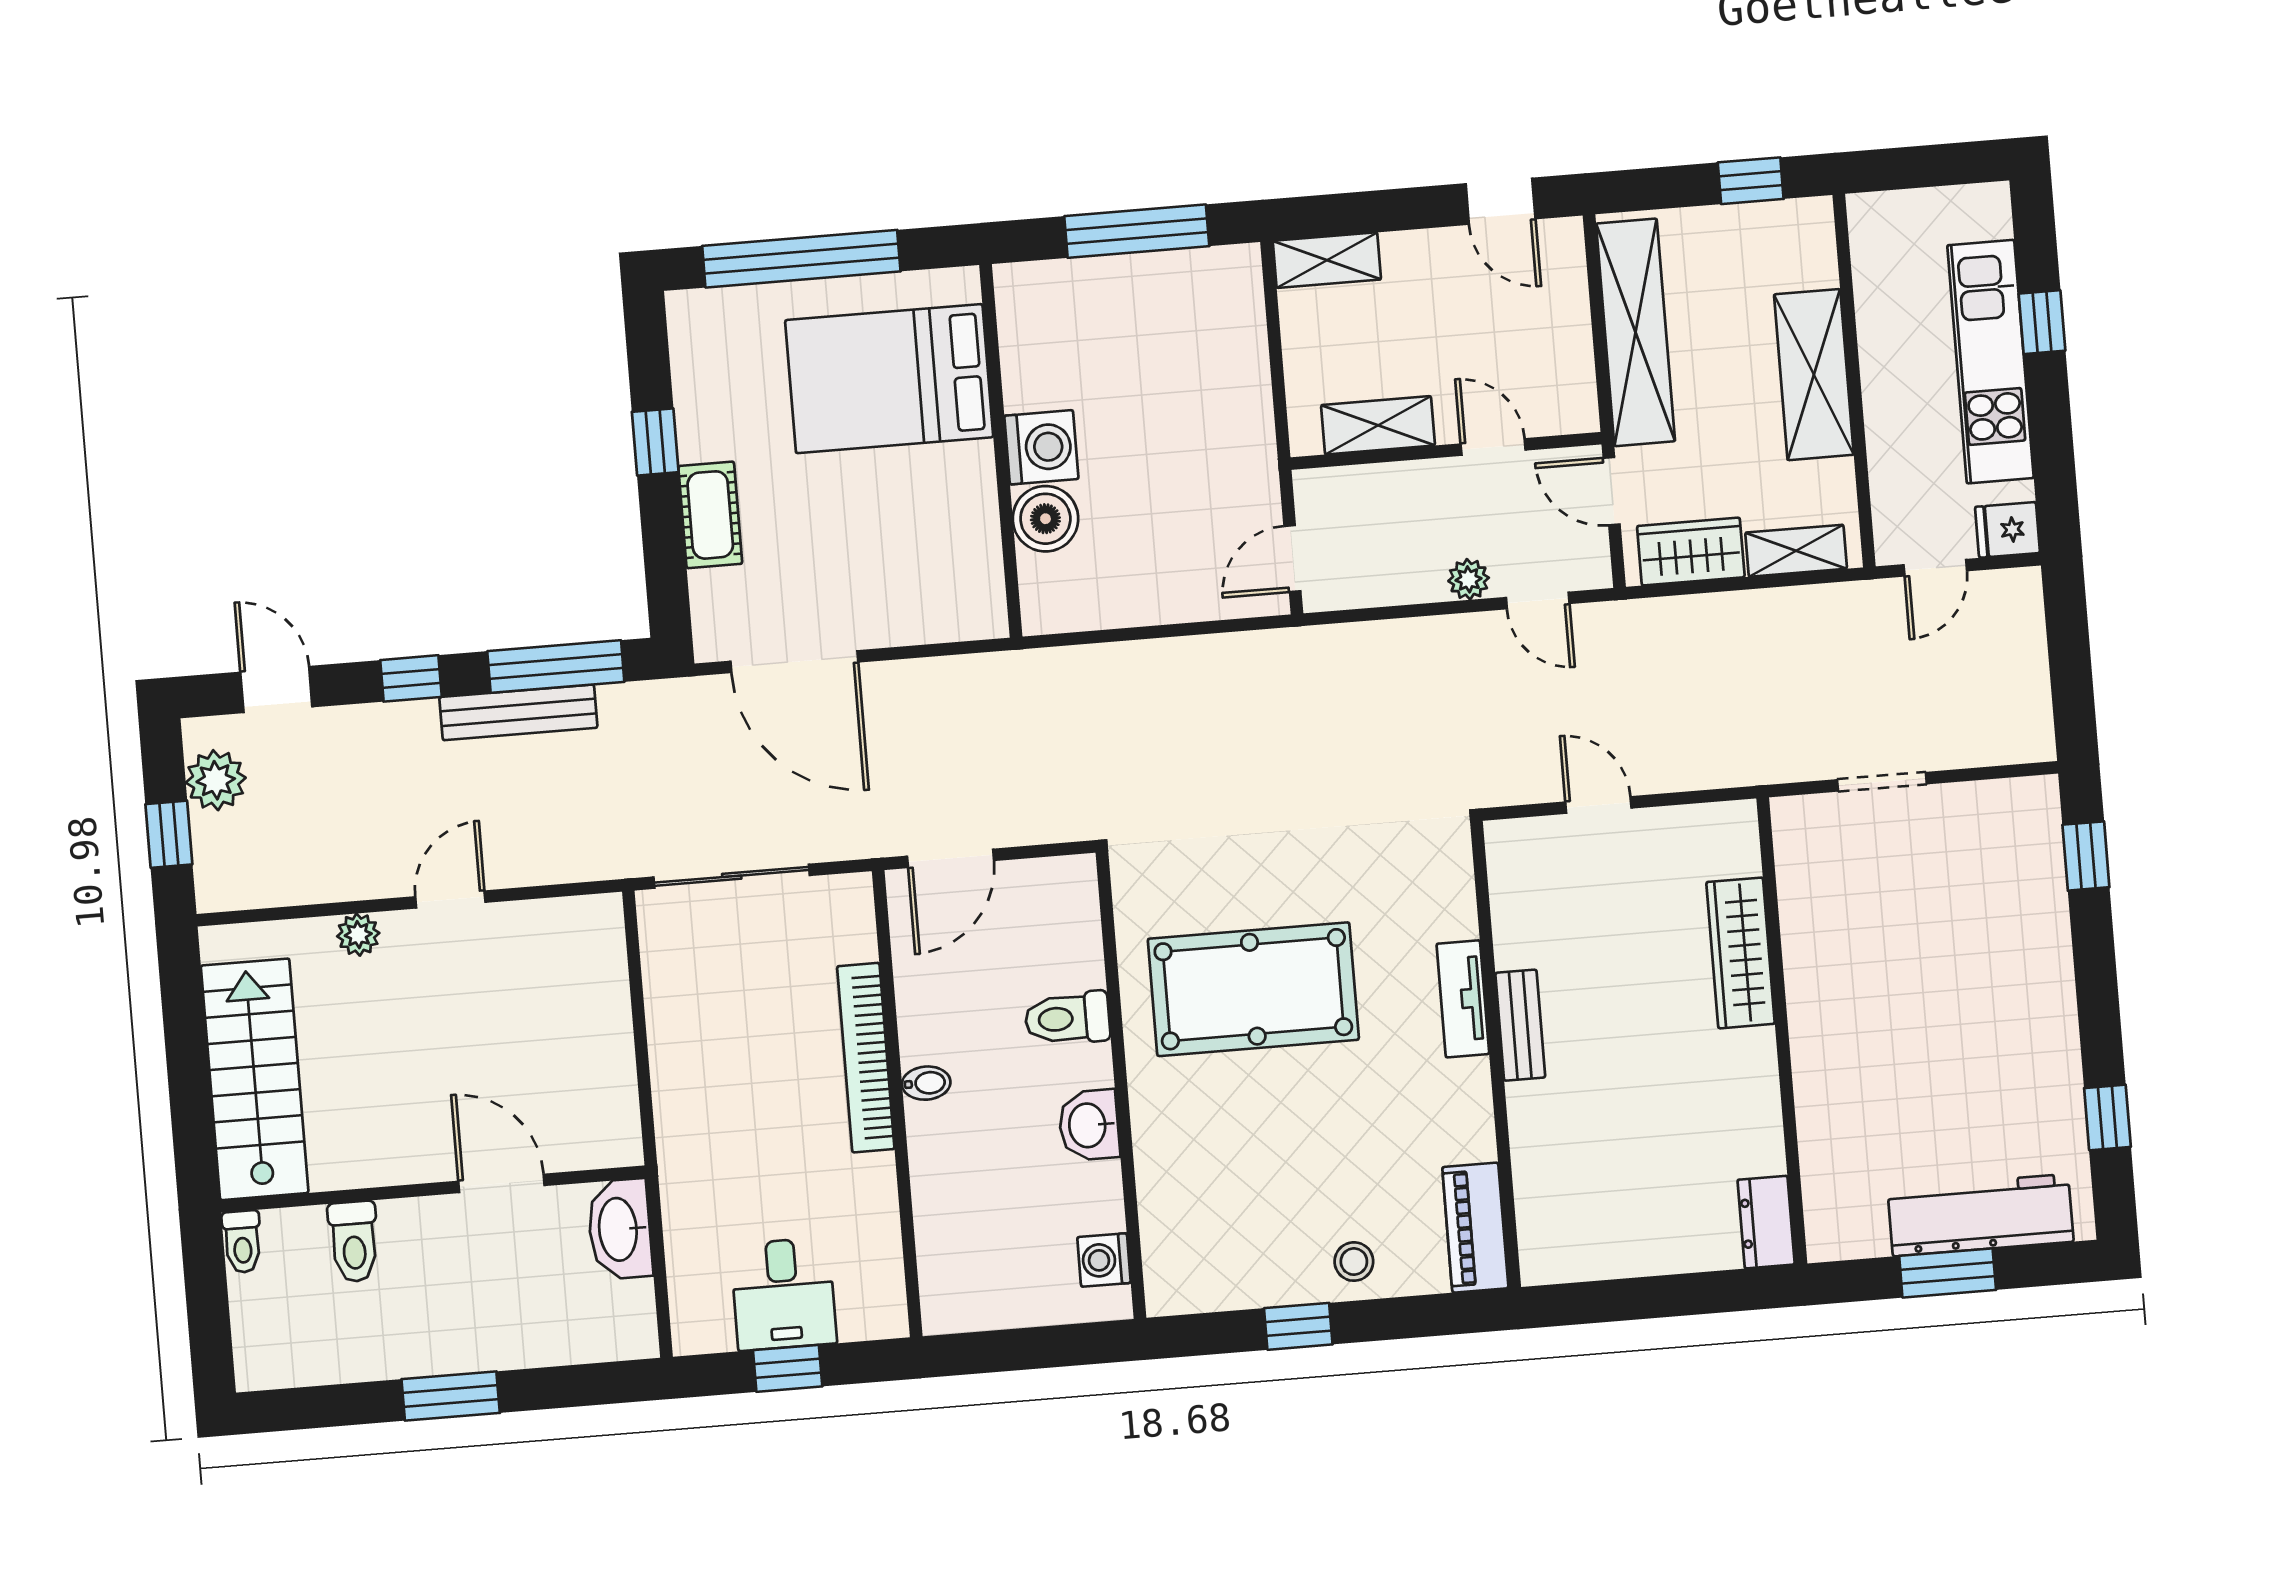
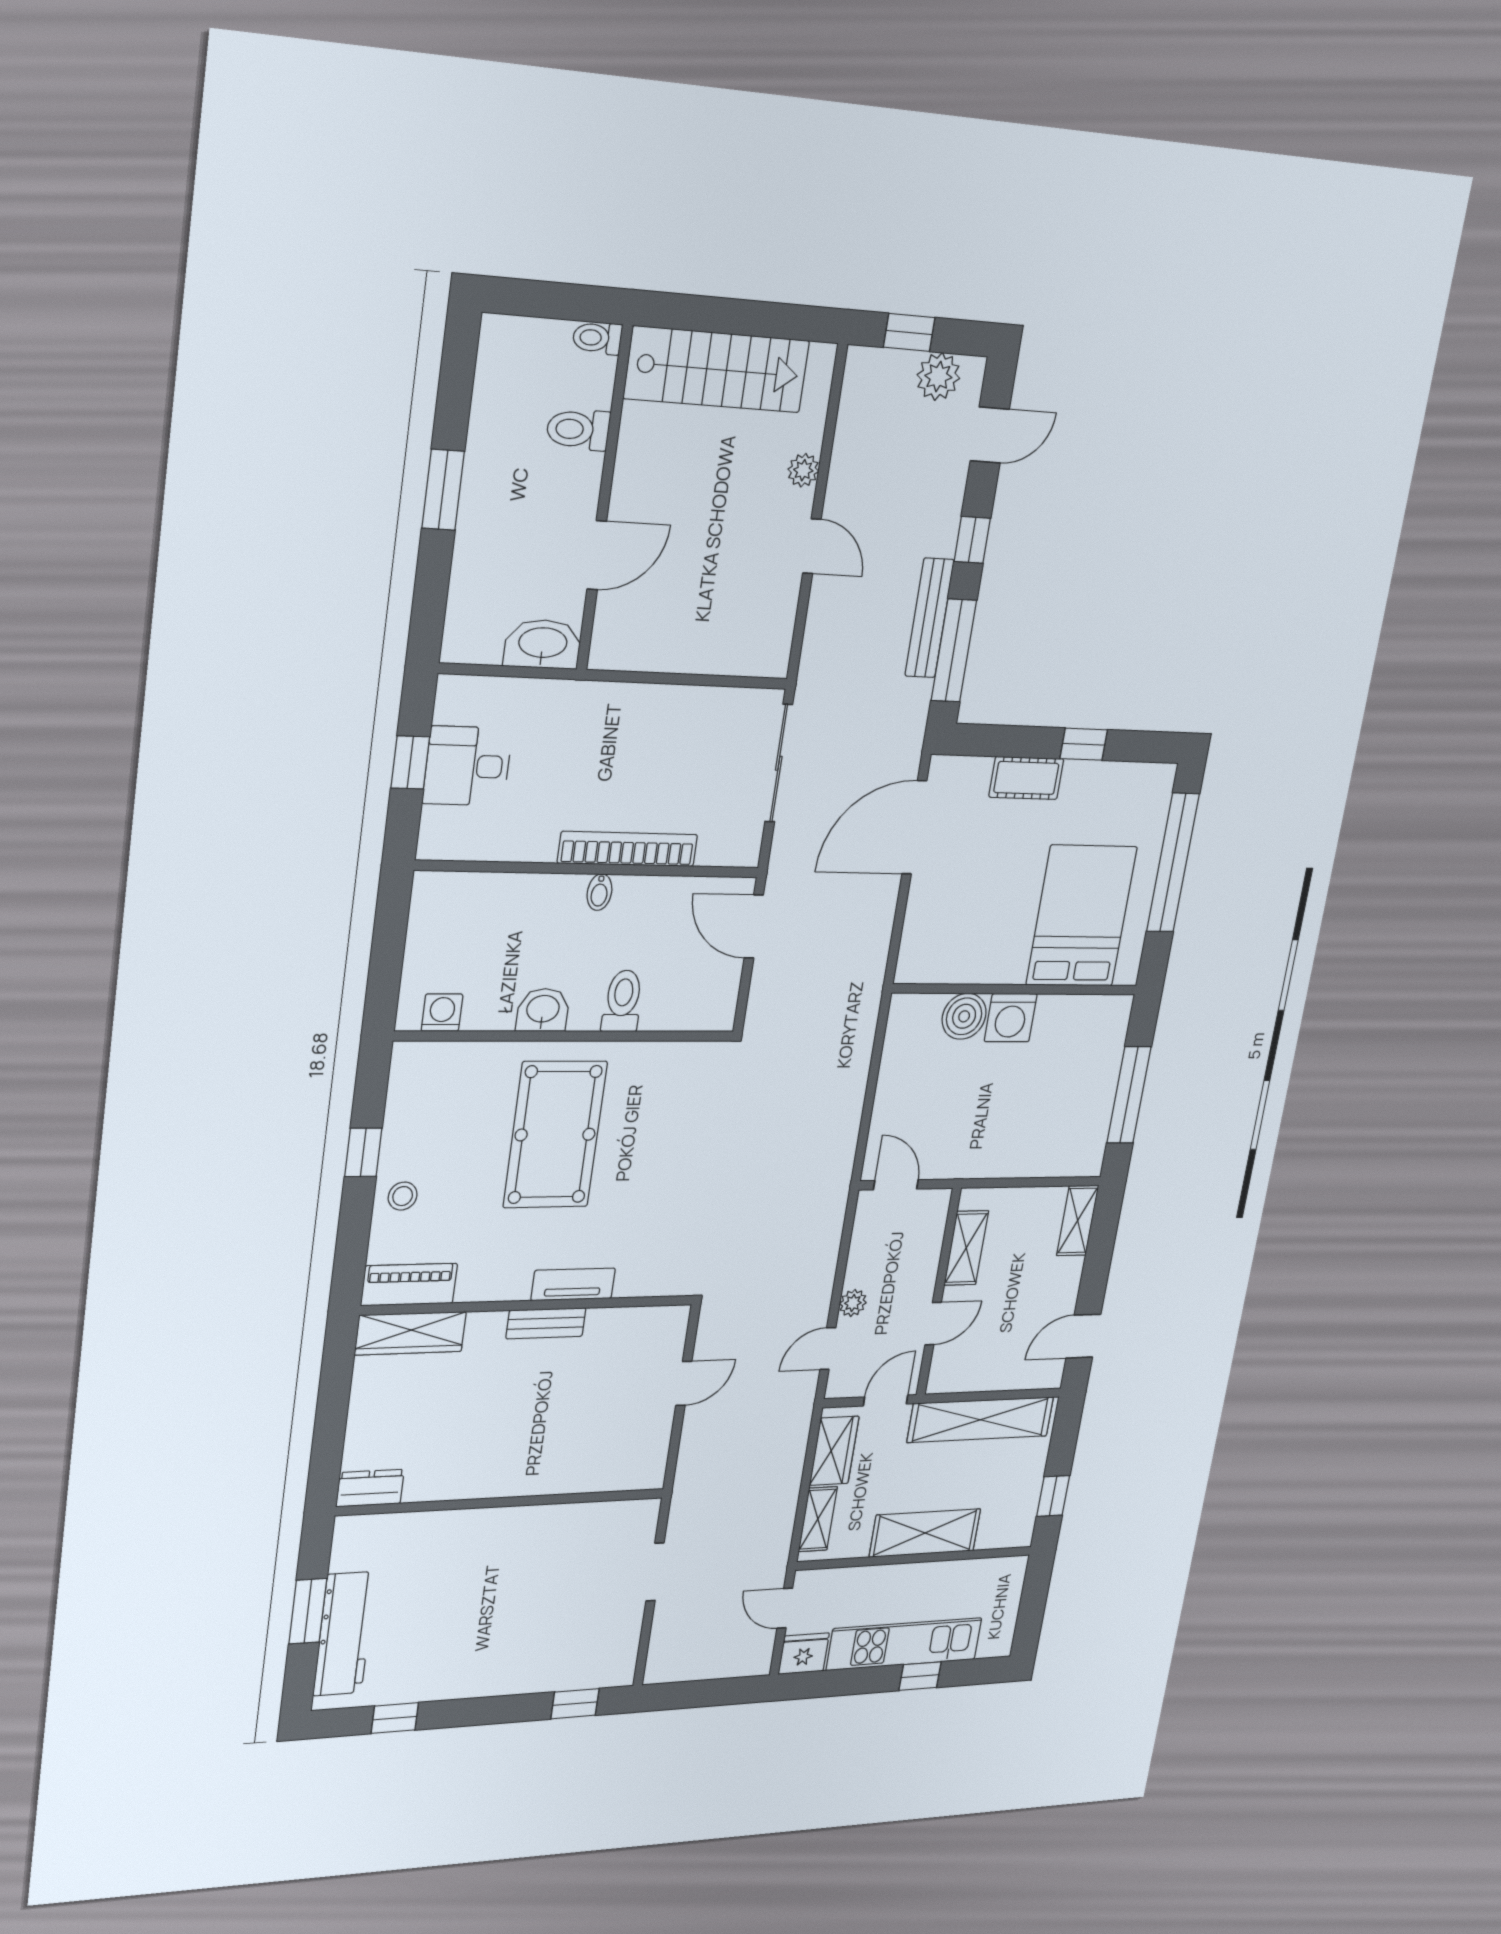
fridge: (2008, 530) -> (804, 1654), width x1.38
wardrobe: (1741, 953) -> (411, 1333), moved, turned 180
pool table: (1253, 989) -> (555, 1135), moved

